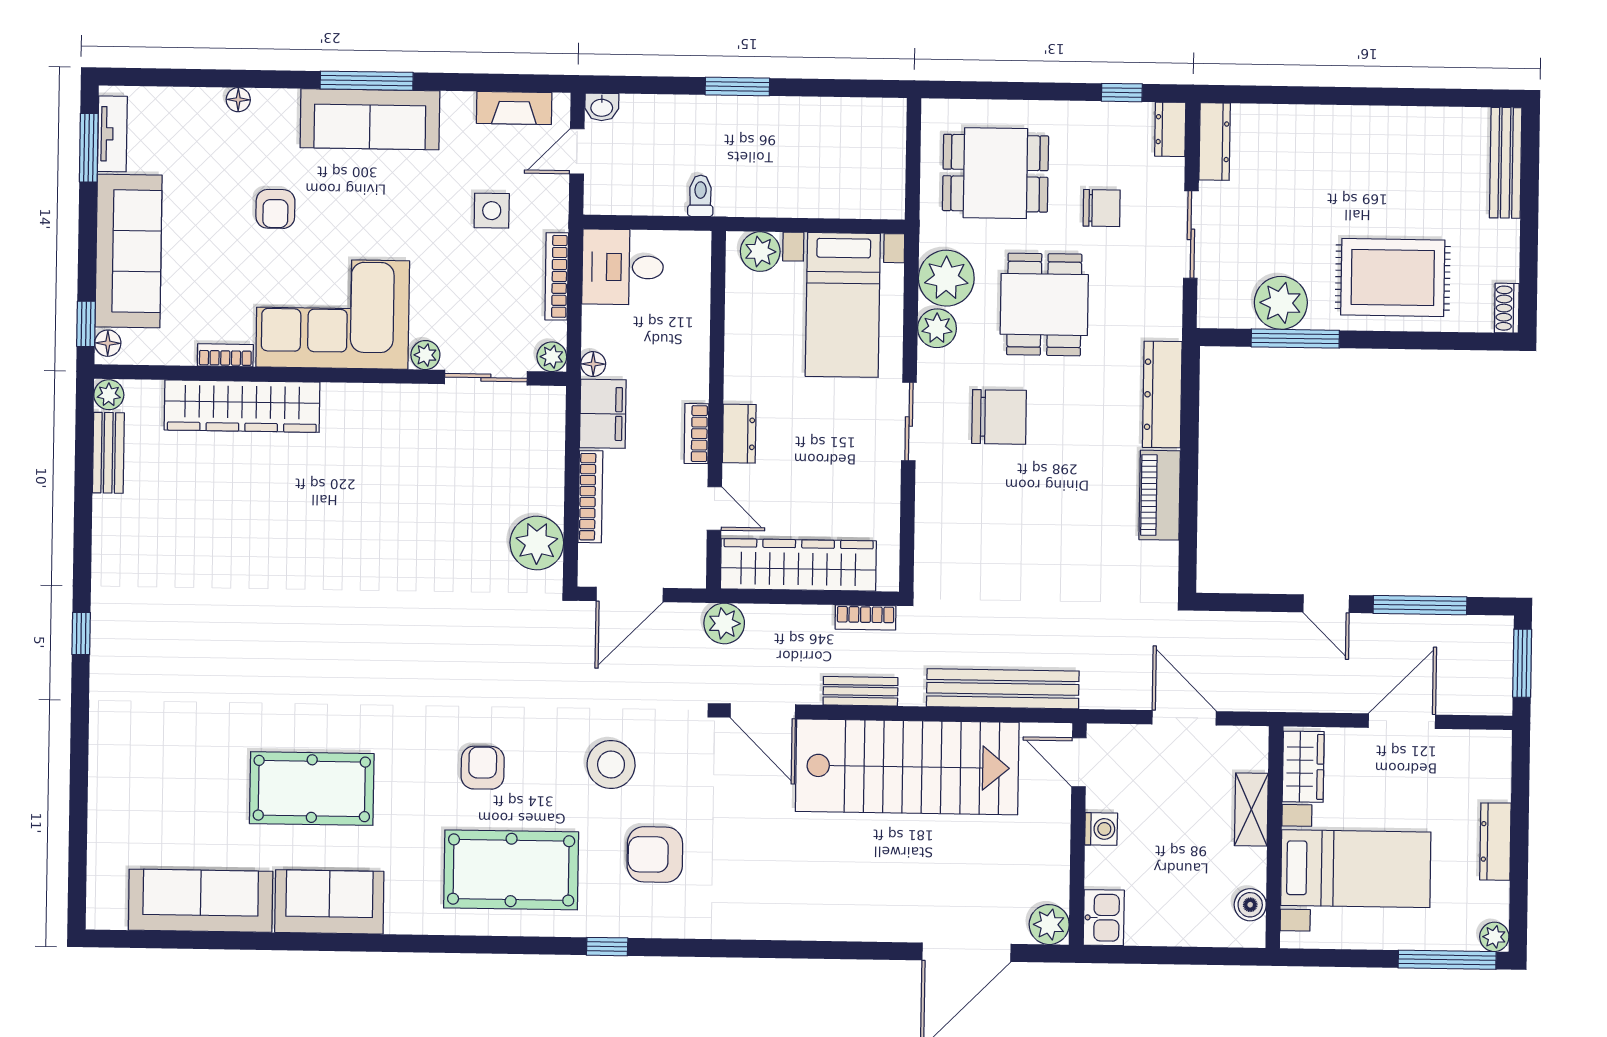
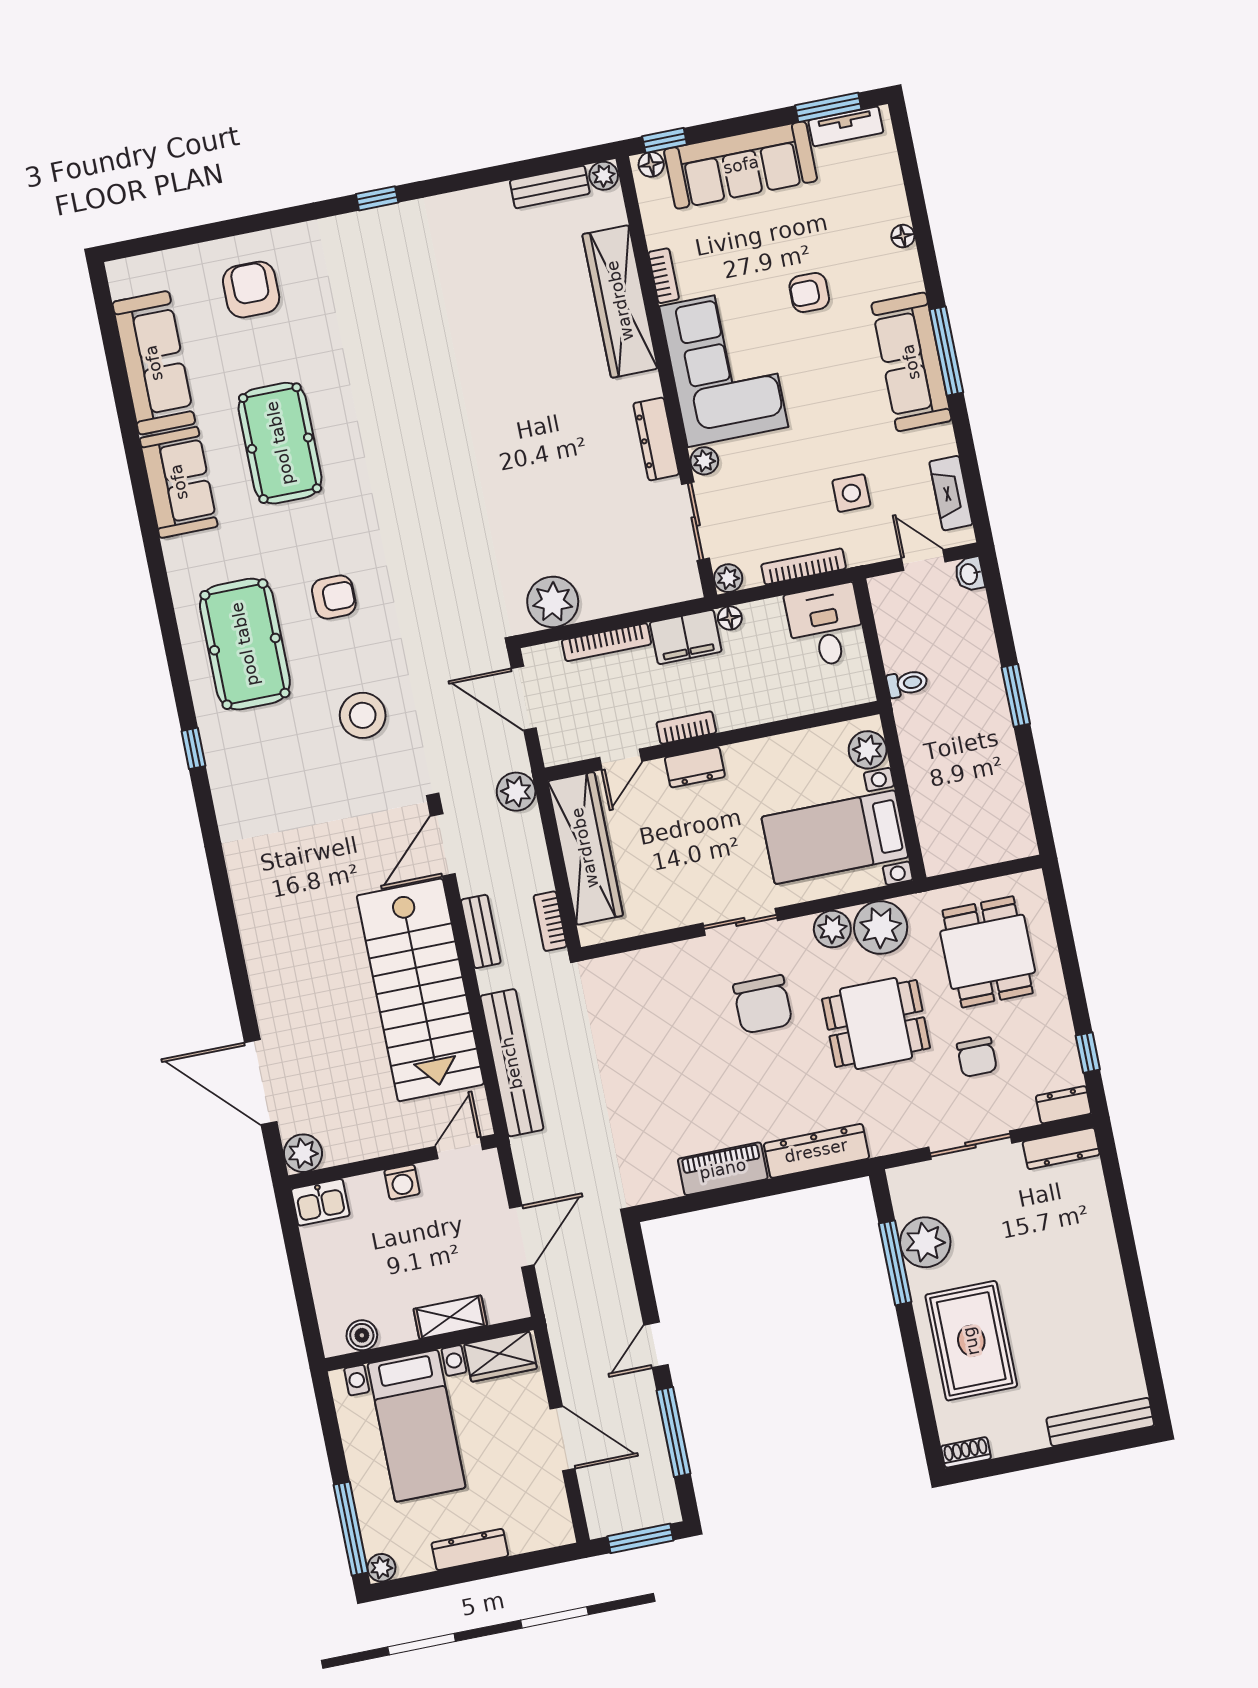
dresser: (392, 400) -> (656, 439), added
armchair: (655, 854) -> (251, 290), moved

